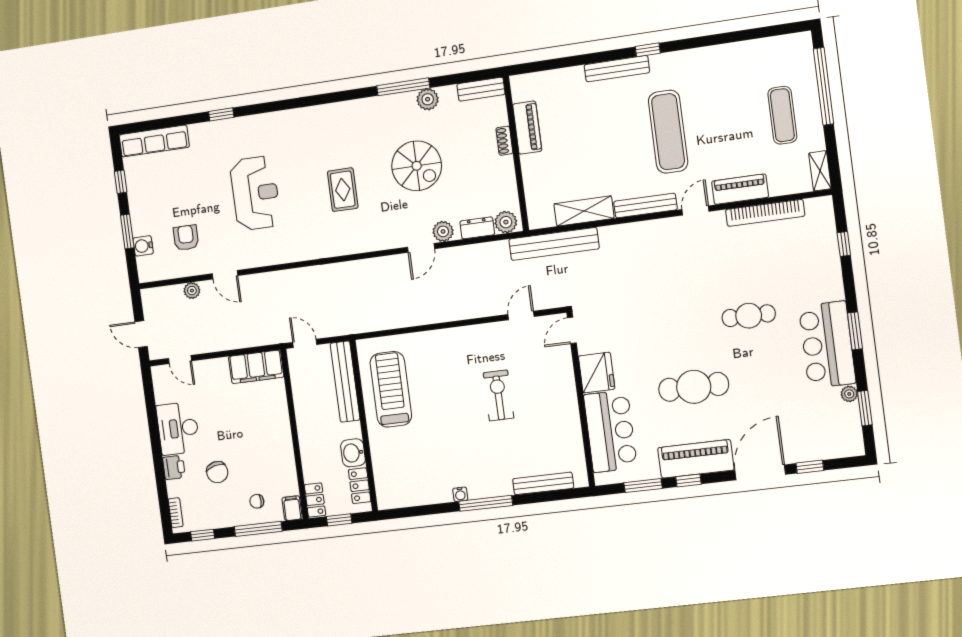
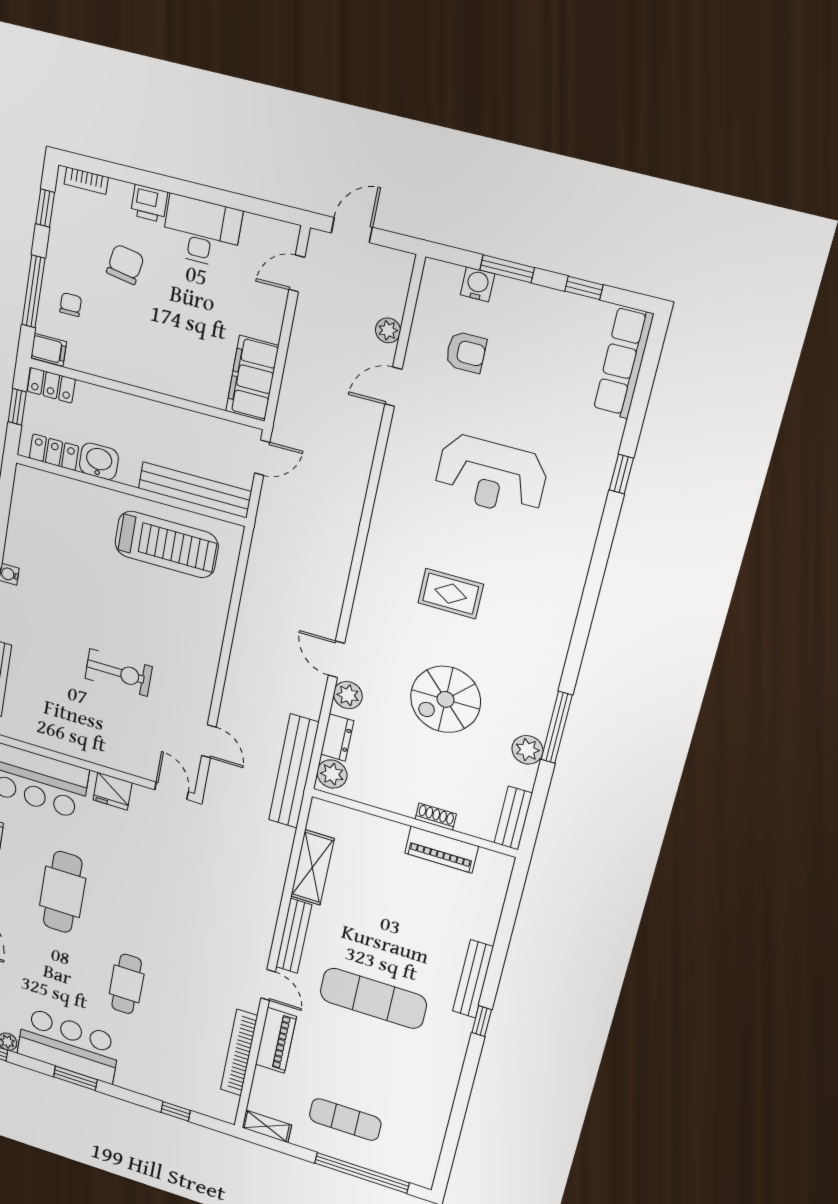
bench: (554, 244) -> (294, 771), moved
fridge: (597, 373) -> (113, 791), width x0.73, depth x0.75
chair: (217, 472) -> (125, 264), turned 114

